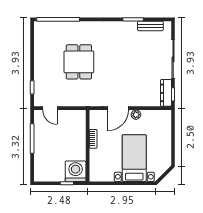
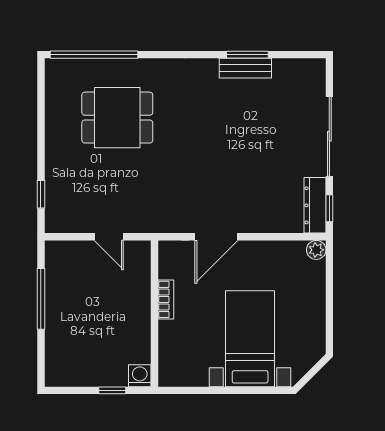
bench: (150, 26) -> (245, 68), moved
dining table: (79, 62) -> (117, 118), moved, turned 90
door: (50, 108) -> (109, 237), moved
plant: (136, 115) -> (316, 250), moved
washing machine: (76, 171) -> (140, 376), width x0.53, depth x0.53

